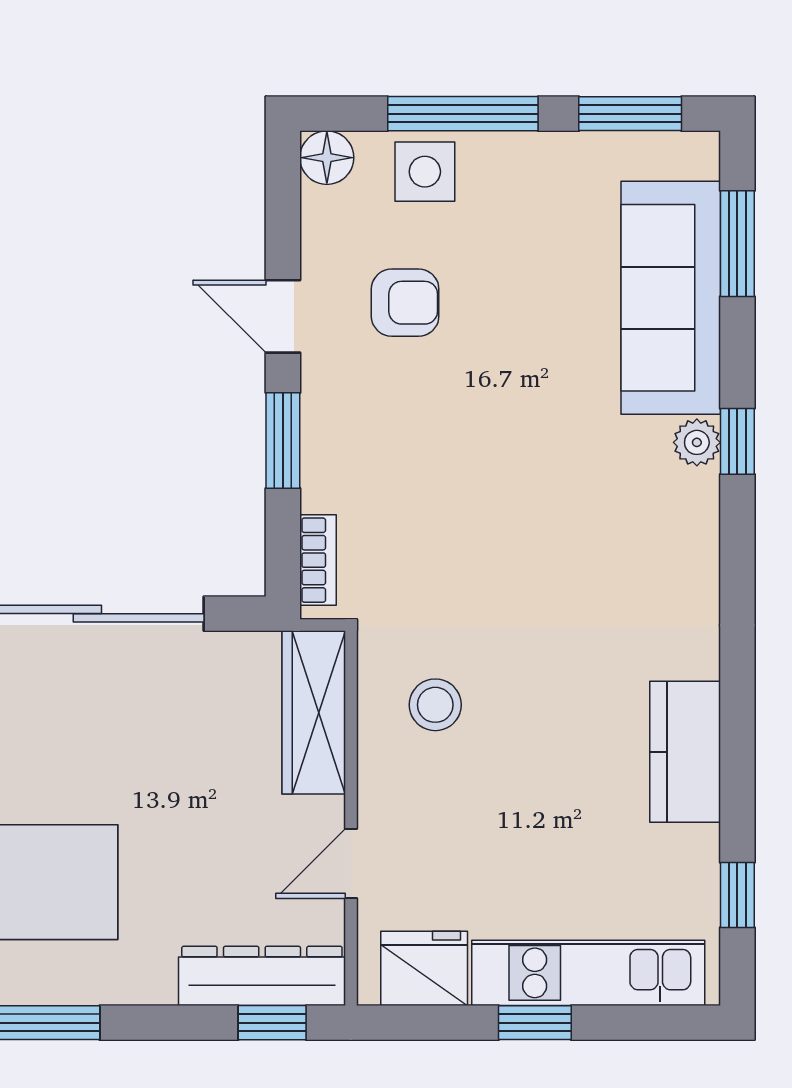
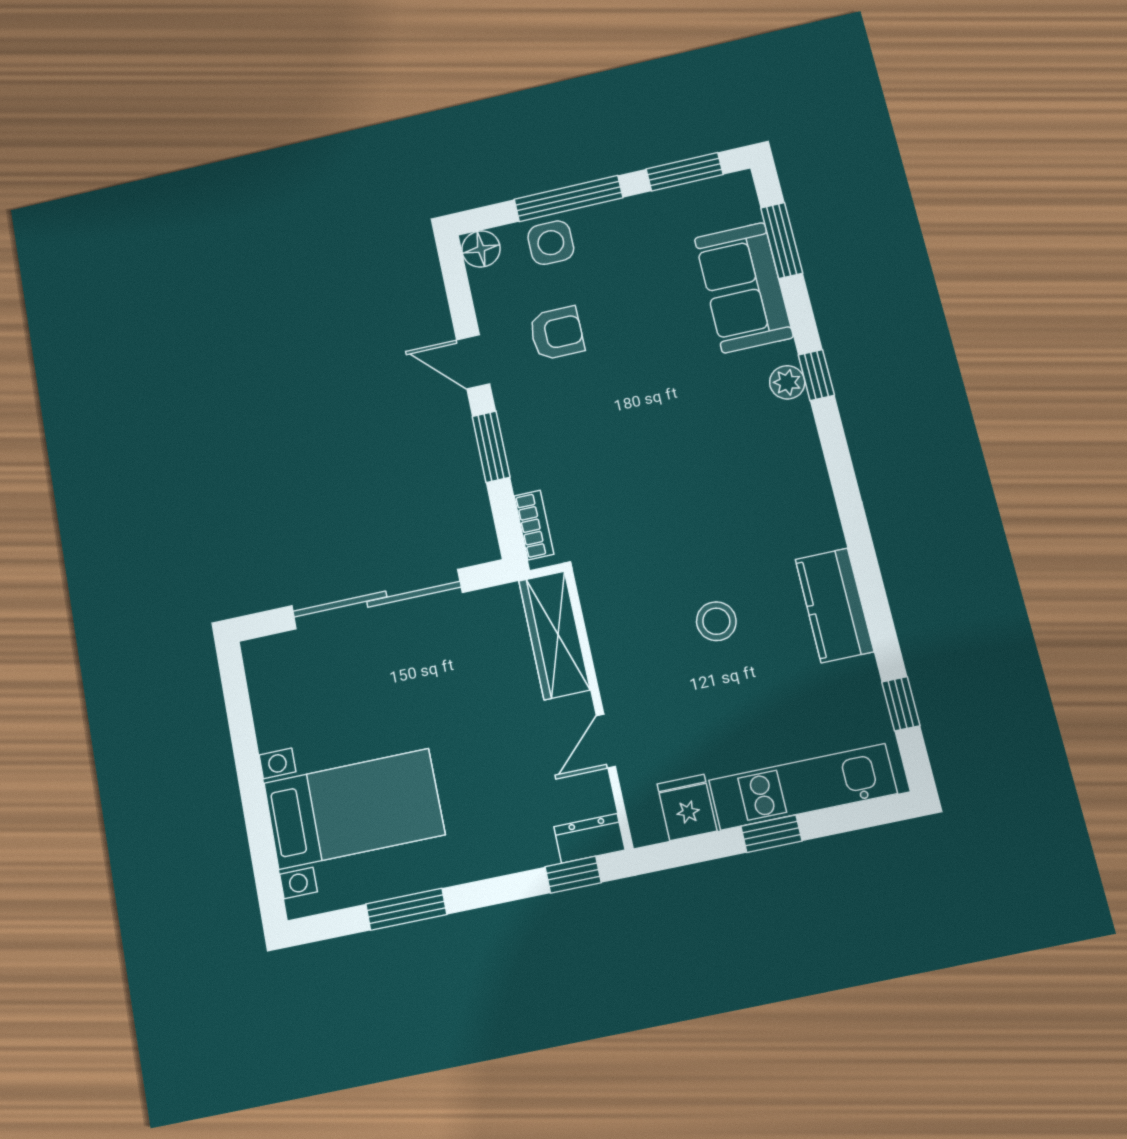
sofa: (671, 298) -> (744, 288), width x0.73
stool: (435, 705) -> (716, 621), moved
fridge: (424, 968) -> (687, 807), width x0.72
dresser: (262, 976) -> (589, 838), width x0.51, depth x0.80

